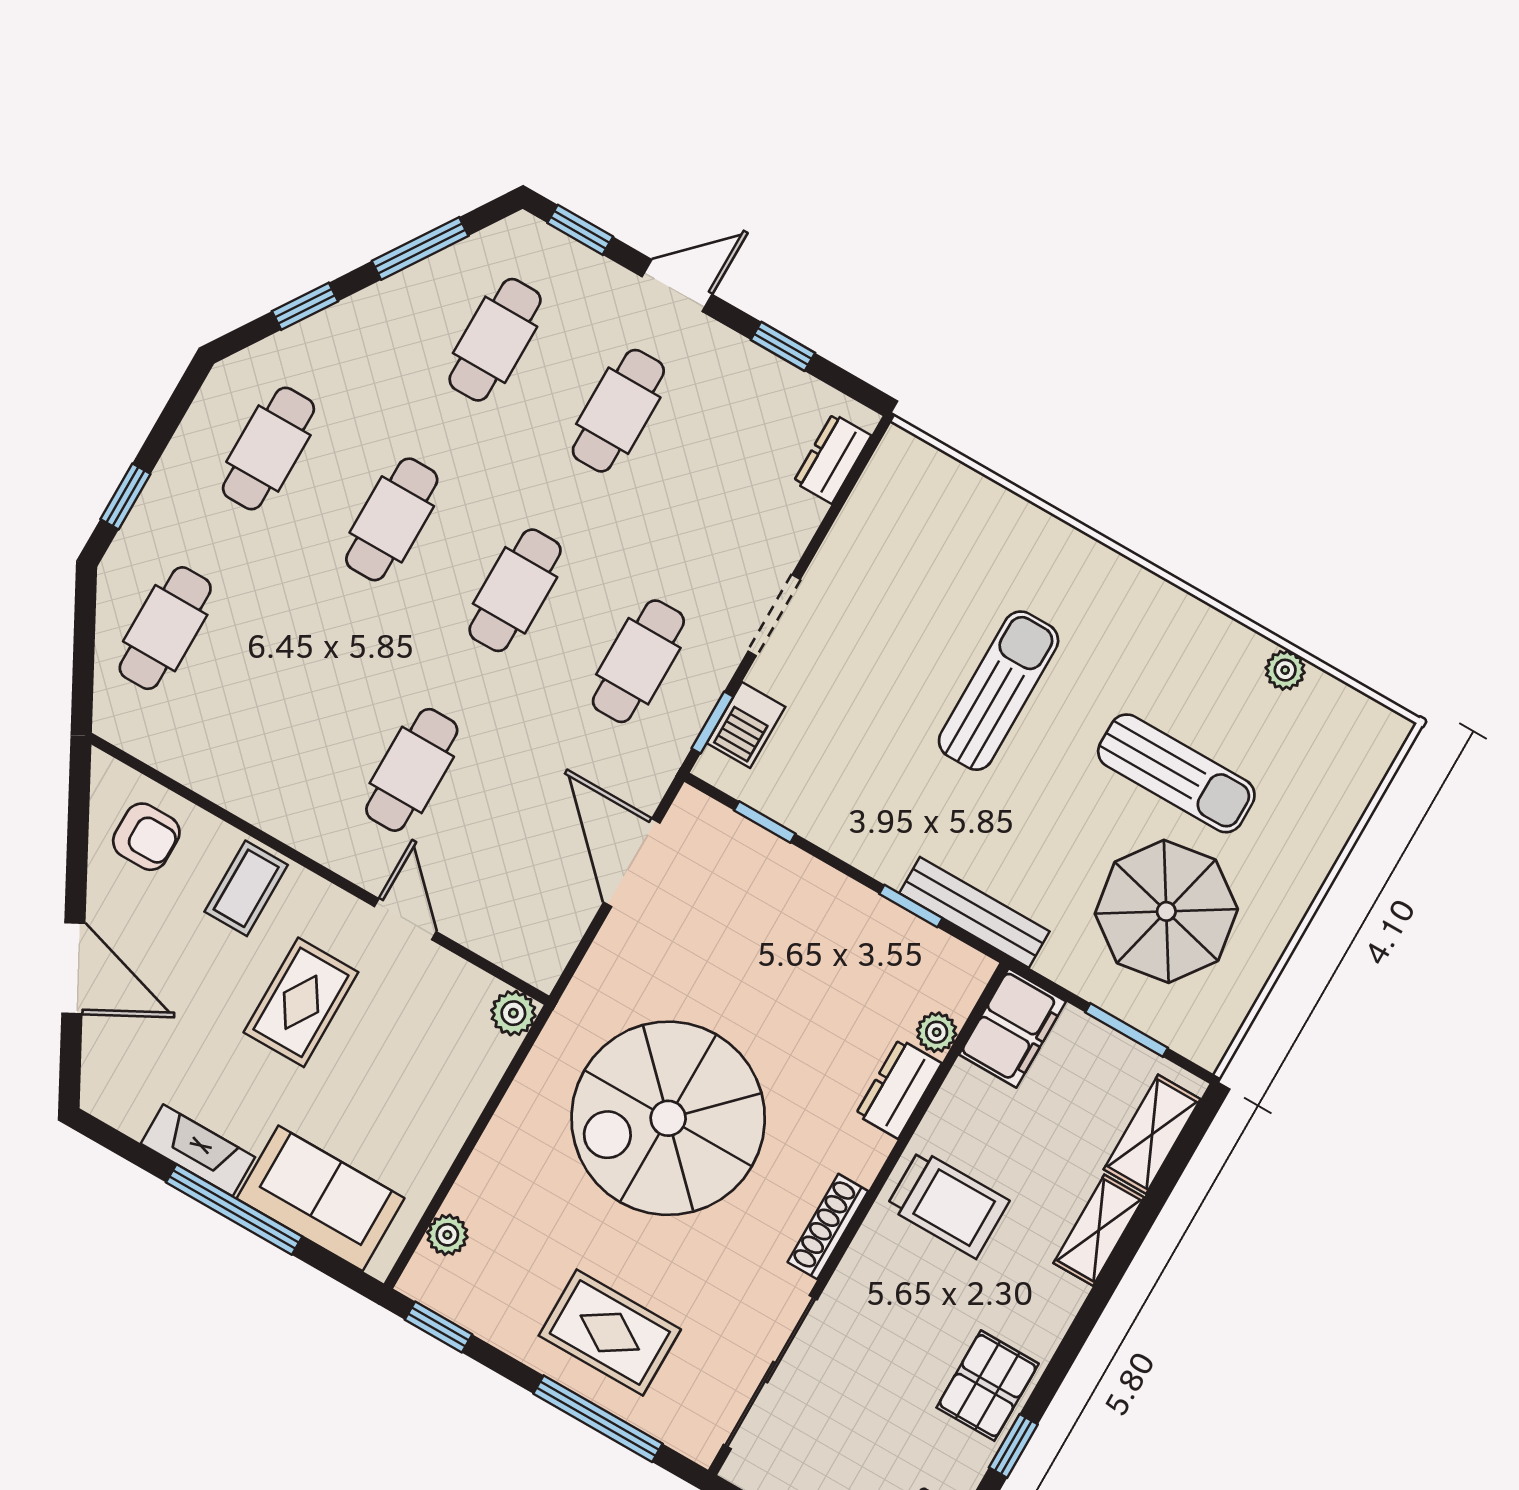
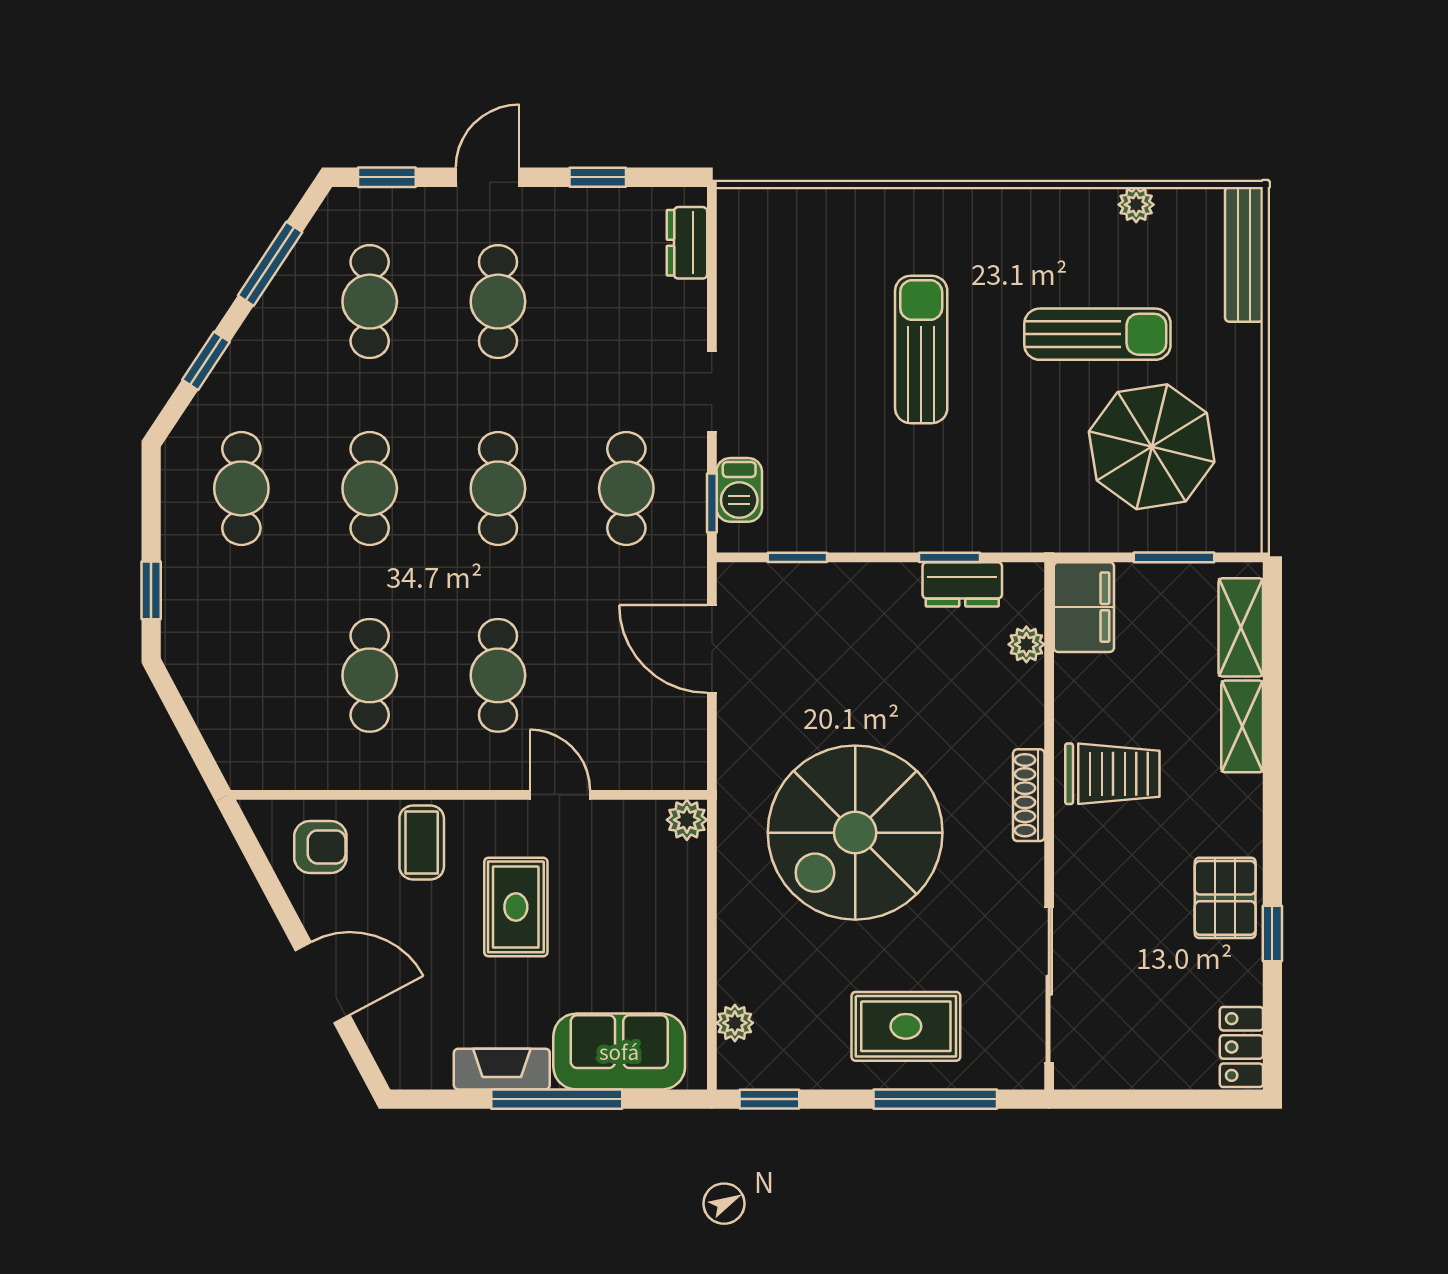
cafe table: (165, 628) -> (370, 675), moved
bench: (974, 912) -> (1244, 254), moved, turned 90
dresser: (899, 1089) -> (962, 584), moved, turned -90
shoe rack: (828, 1227) -> (1029, 795), moved

